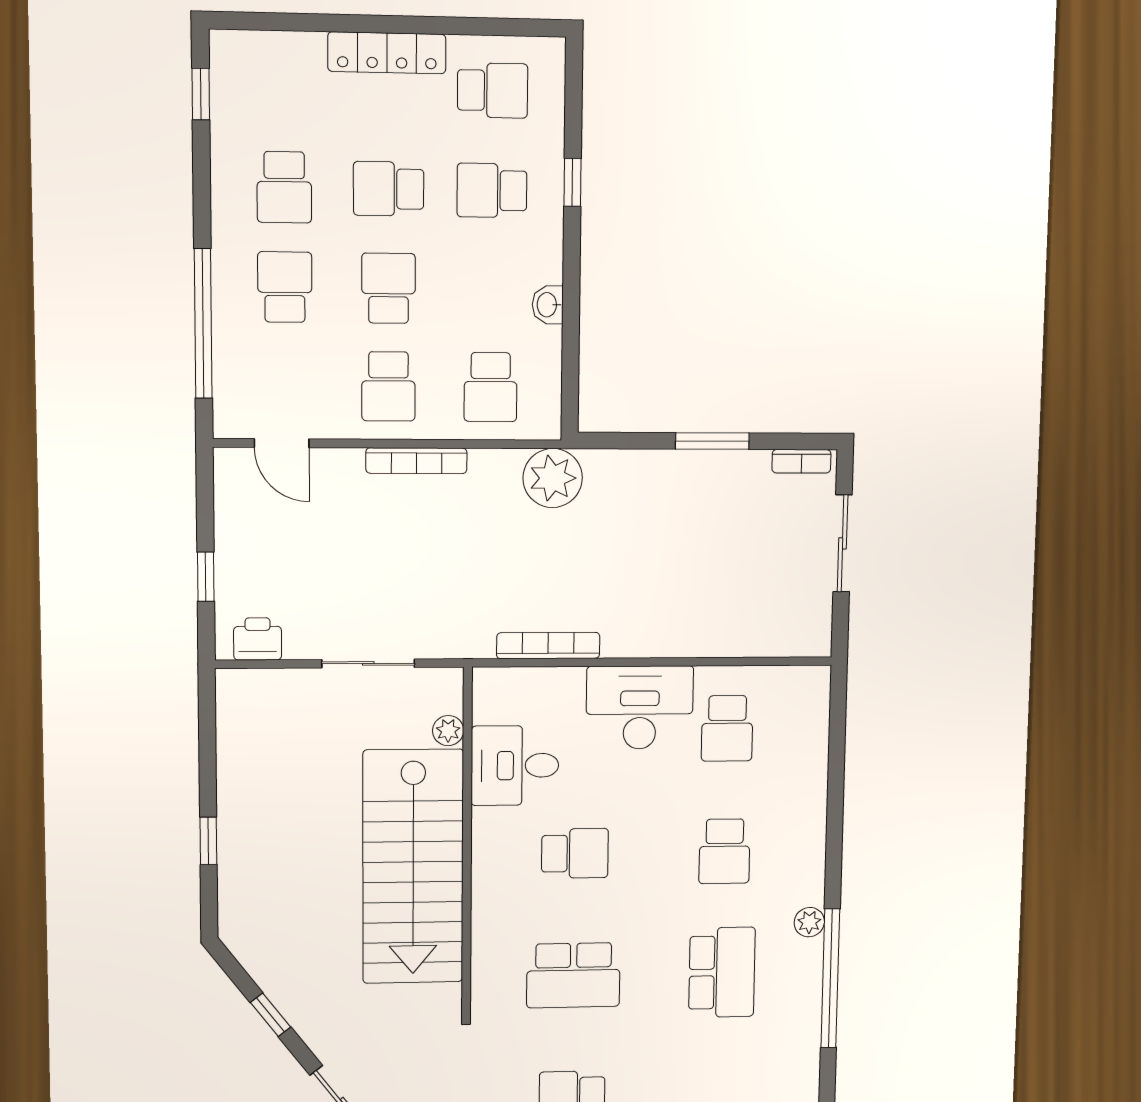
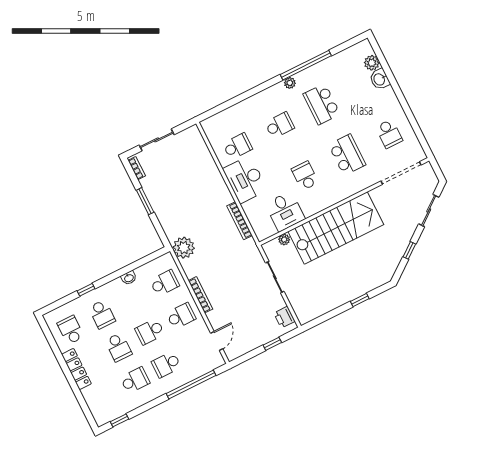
school desk: (722, 972) -> (322, 104), turned -90

